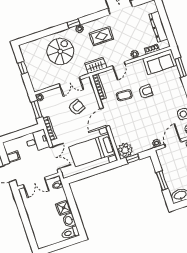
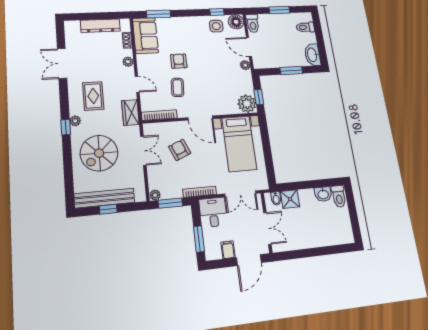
spiral stairs: (60, 51) -> (99, 153), turned -90
bench: (30, 63) -> (104, 198), added
window: (16, 135) -> (199, 239), added
double door: (55, 158) -> (240, 194), swing flipped
shower: (64, 208) -> (290, 199), moved

